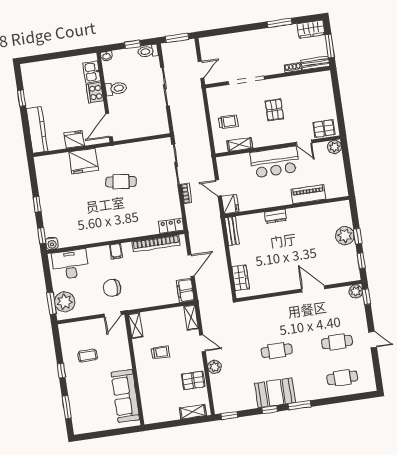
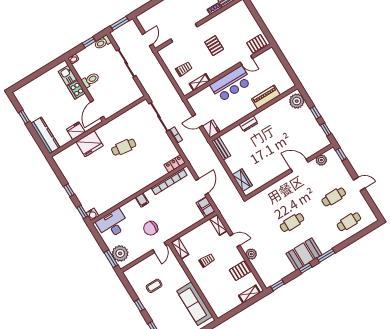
plant: (334, 147) -> (270, 54), removed
plant: (345, 236) -> (297, 101), moved
plant: (356, 291) -> (321, 160), moved

